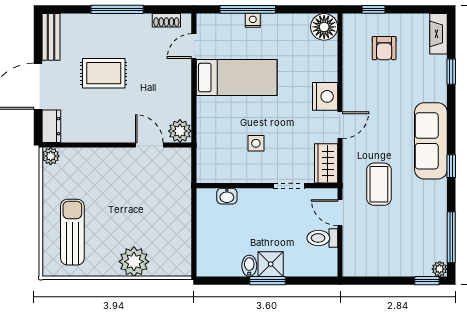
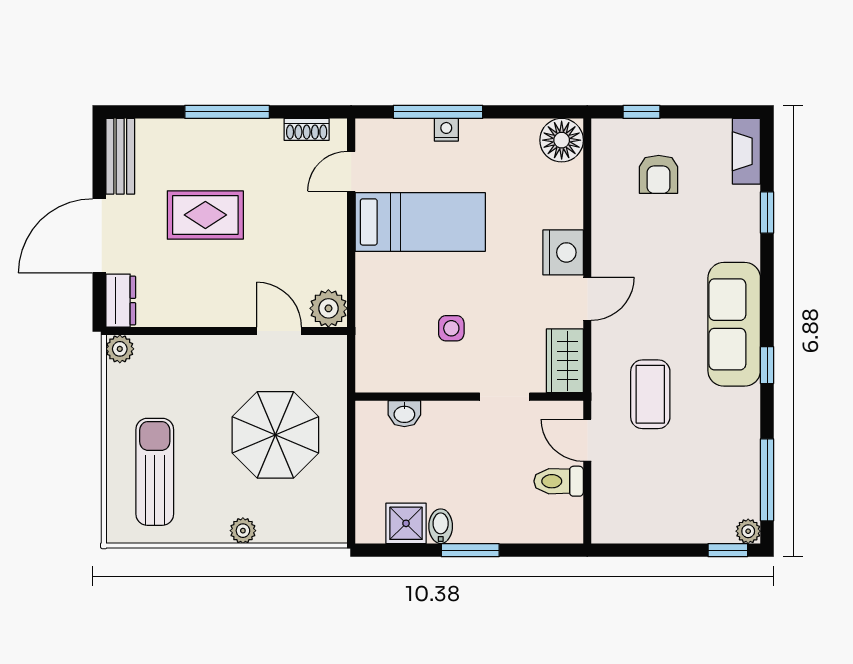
parasol: (147, 209) -> (275, 435), added
plant: (134, 262) -> (243, 531), width x0.53, depth x0.53
shower: (271, 264) -> (406, 523), moved

